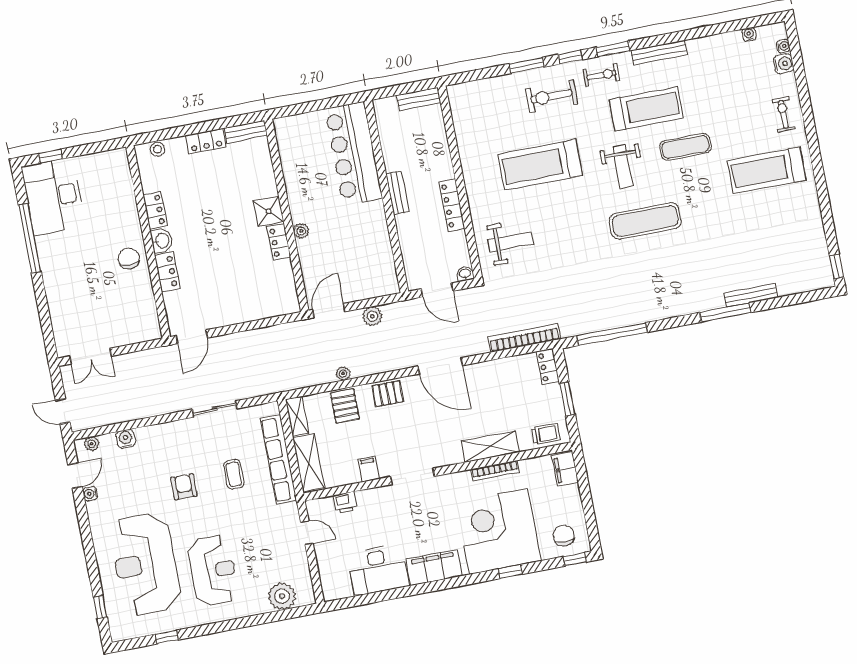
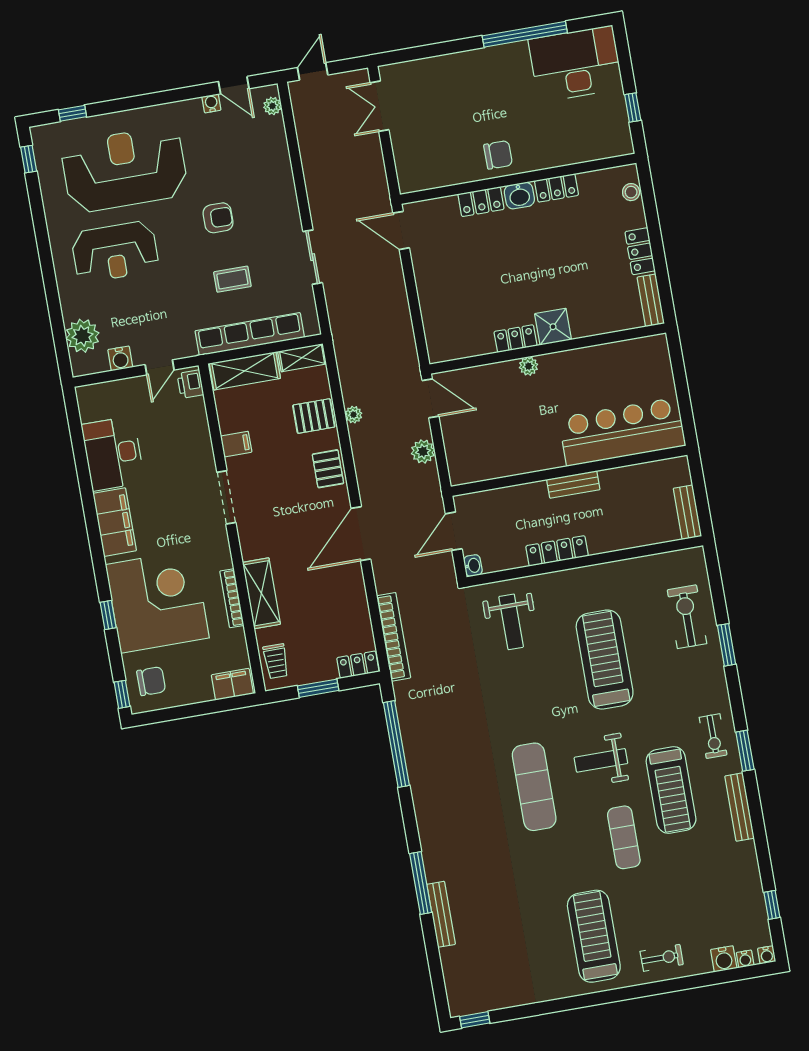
water cooler: (749, 34) -> (767, 955), moved, turned 90
window: (570, 57) -> (772, 905), moved
exercise bike: (551, 96) -> (687, 617), moved
window: (50, 156) -> (633, 107), moved
water cooler: (126, 439) -> (120, 358), moved, turned 90
printer: (345, 503) -> (190, 384), moved
window: (167, 637) -> (29, 159), moved

